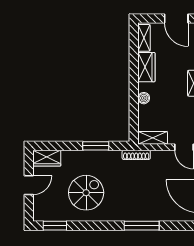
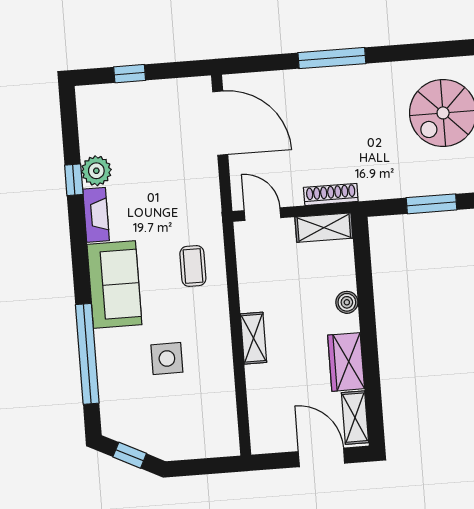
door: (176, 18) -> (321, 457), moved
shoe rack: (136, 155) -> (331, 194), moved

